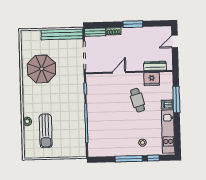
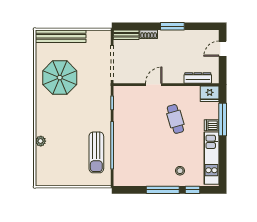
bench: (62, 34) -> (61, 36), moved
fridge: (152, 79) -> (210, 94), moved
sun lounger: (46, 131) -> (96, 152), moved

